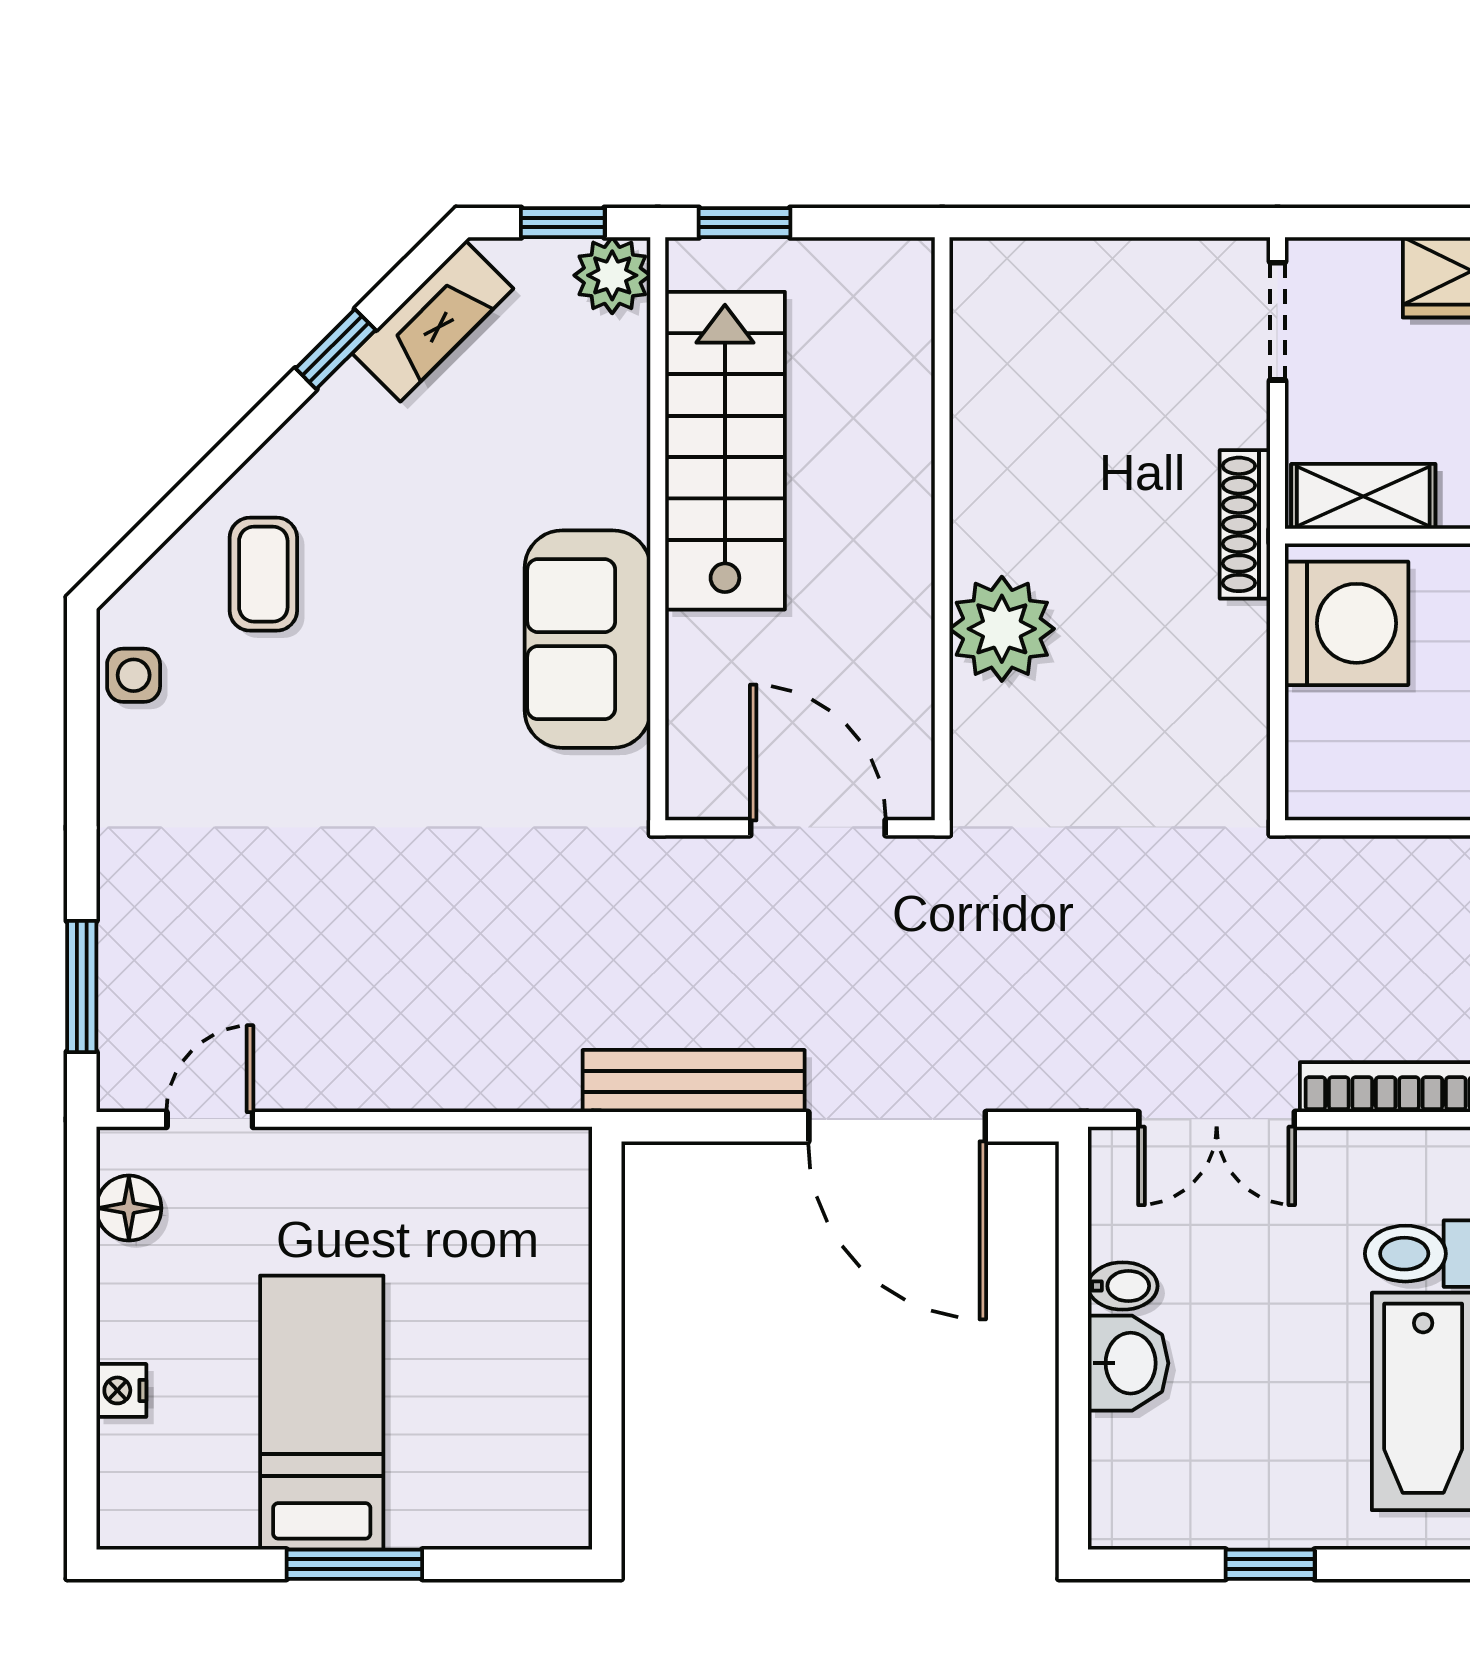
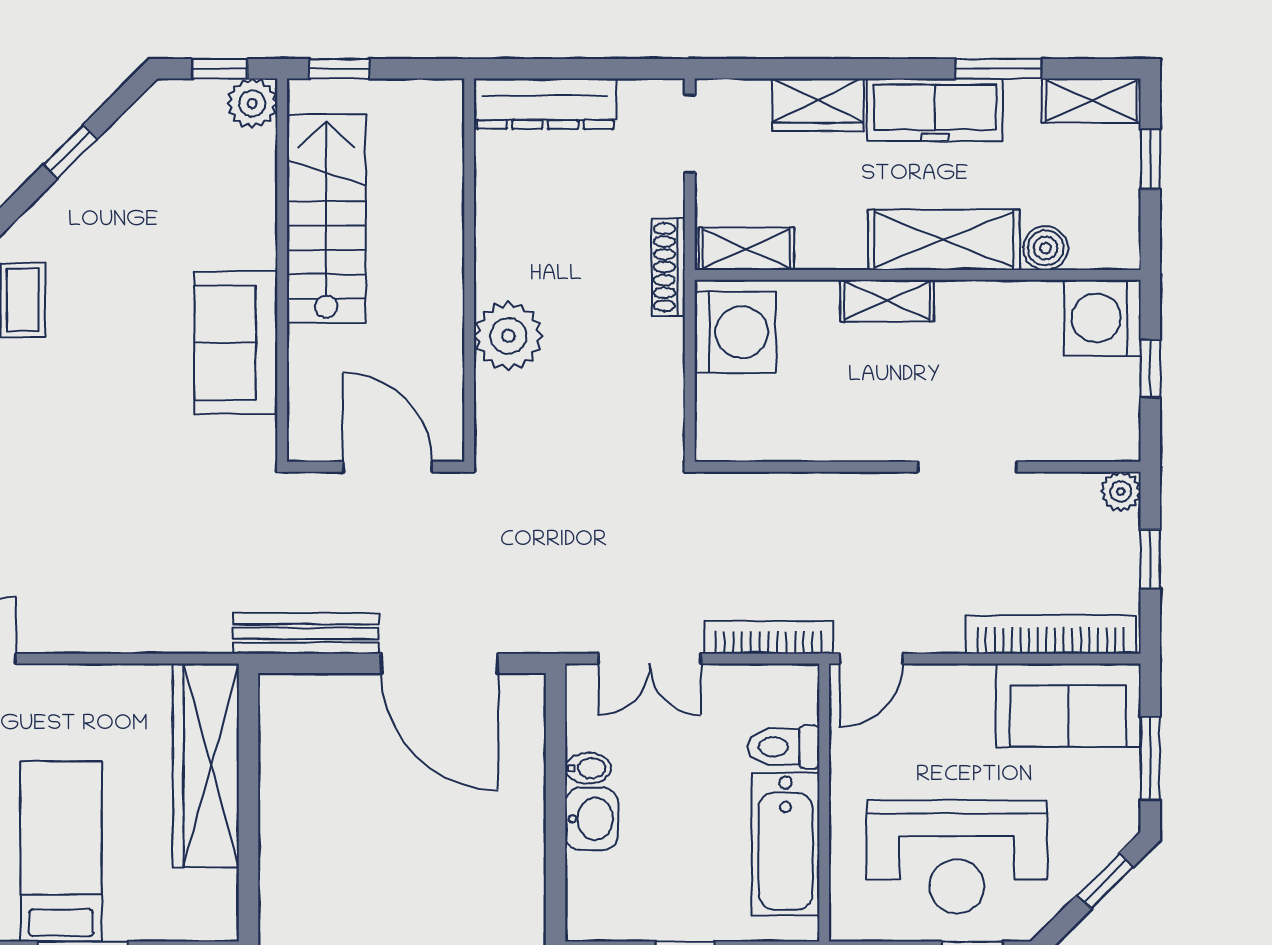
dresser: (1058, 276) -> (545, 104), added
fireplace: (433, 321) -> (134, 133), removed
wardrobe: (542, 1282) -> (206, 765), added

